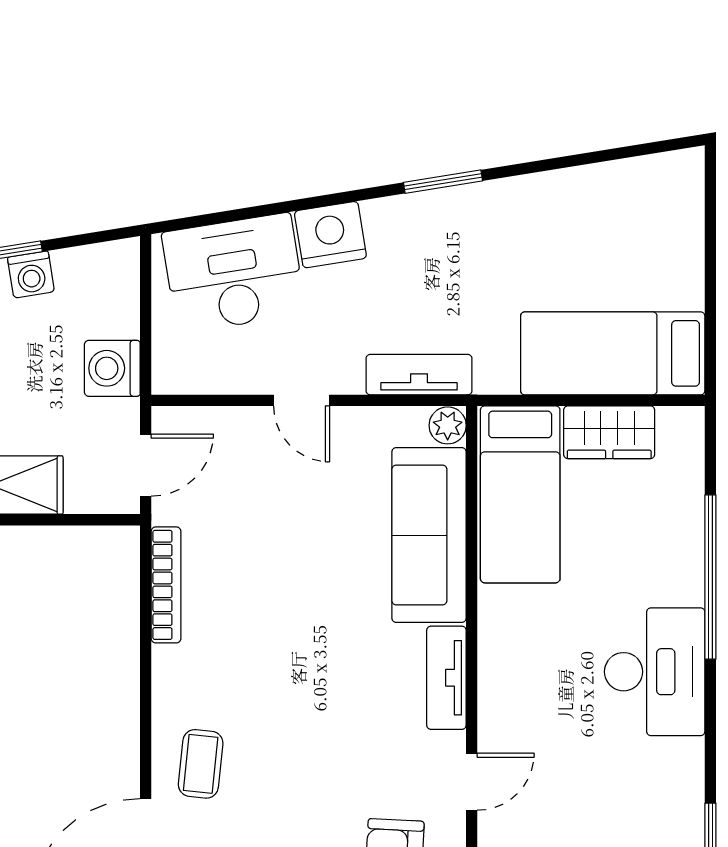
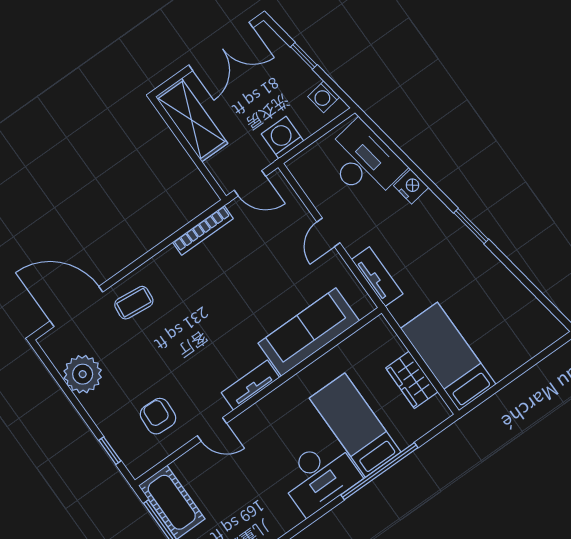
nightstand: (330, 235) -> (411, 187), width x0.74, depth x0.75
washing machine: (31, 274) -> (324, 97), moved
plant: (448, 425) -> (364, 306), removed
bed: (520, 494) -> (355, 425), moved, turned 90

